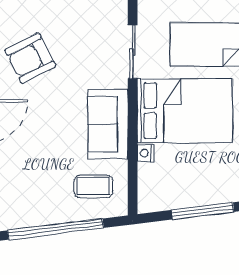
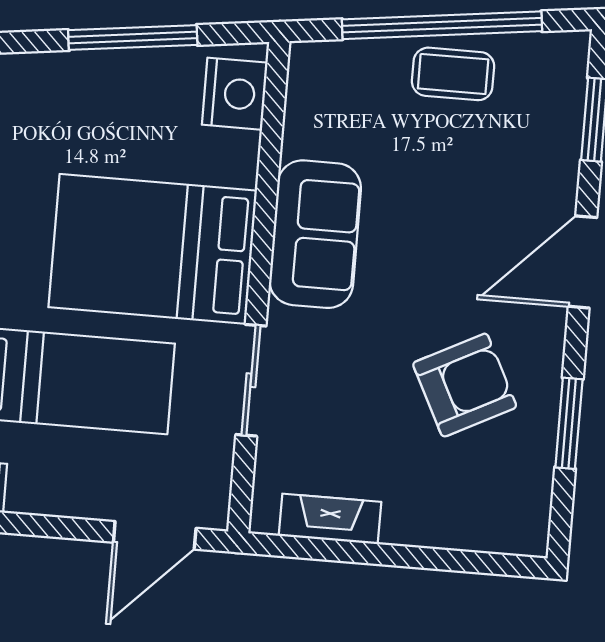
nightstand: (145, 153) -> (235, 94), moved, width x1.89, depth x1.79
coffee table: (93, 186) -> (453, 74), moved

